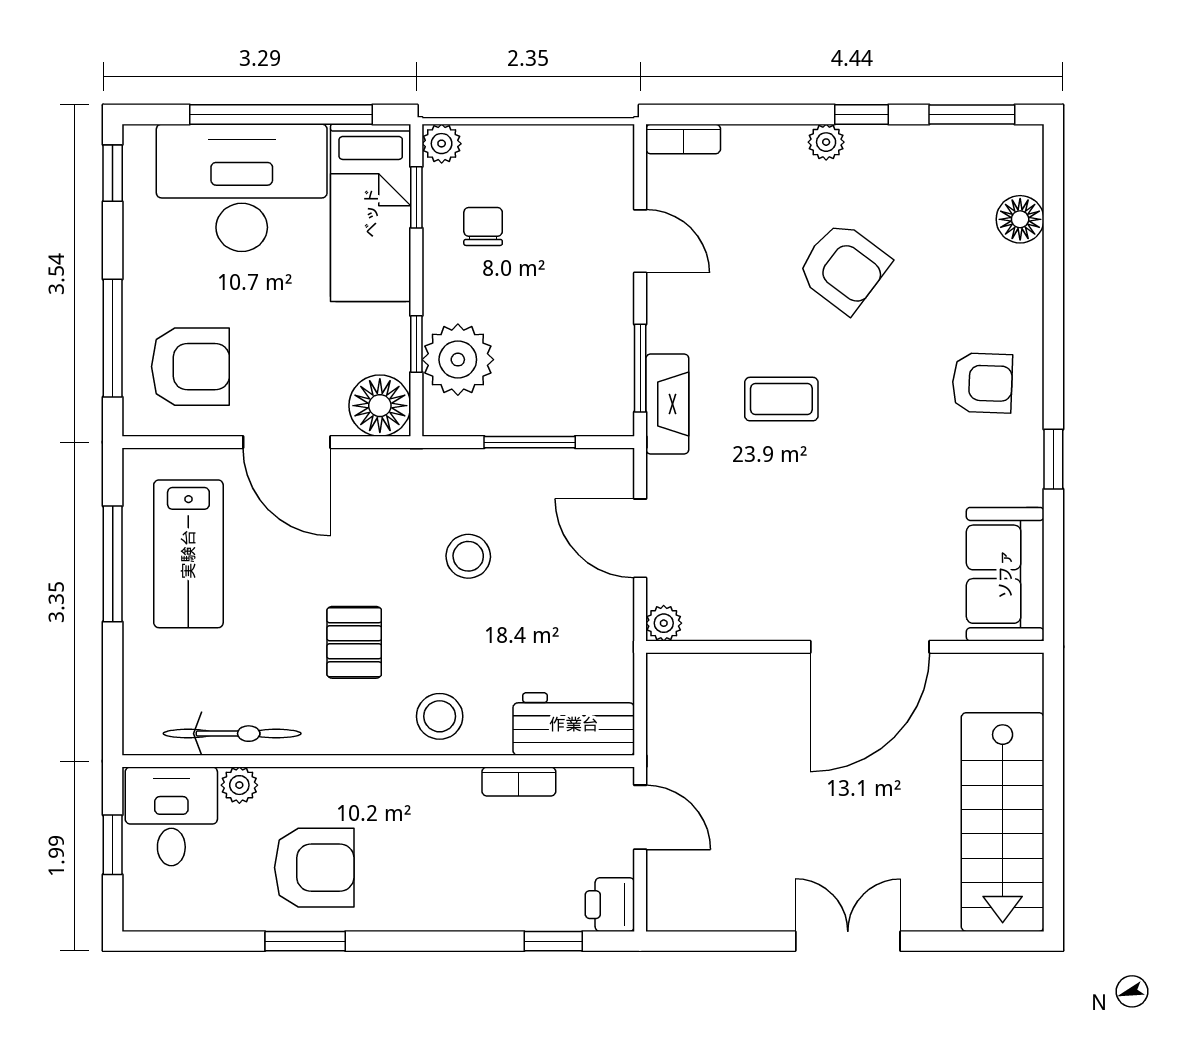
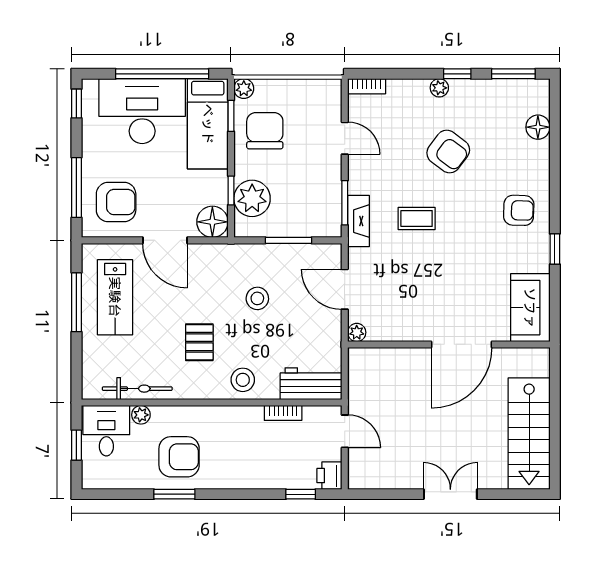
chair: (483, 226) -> (265, 131), width x1.87, depth x1.87

